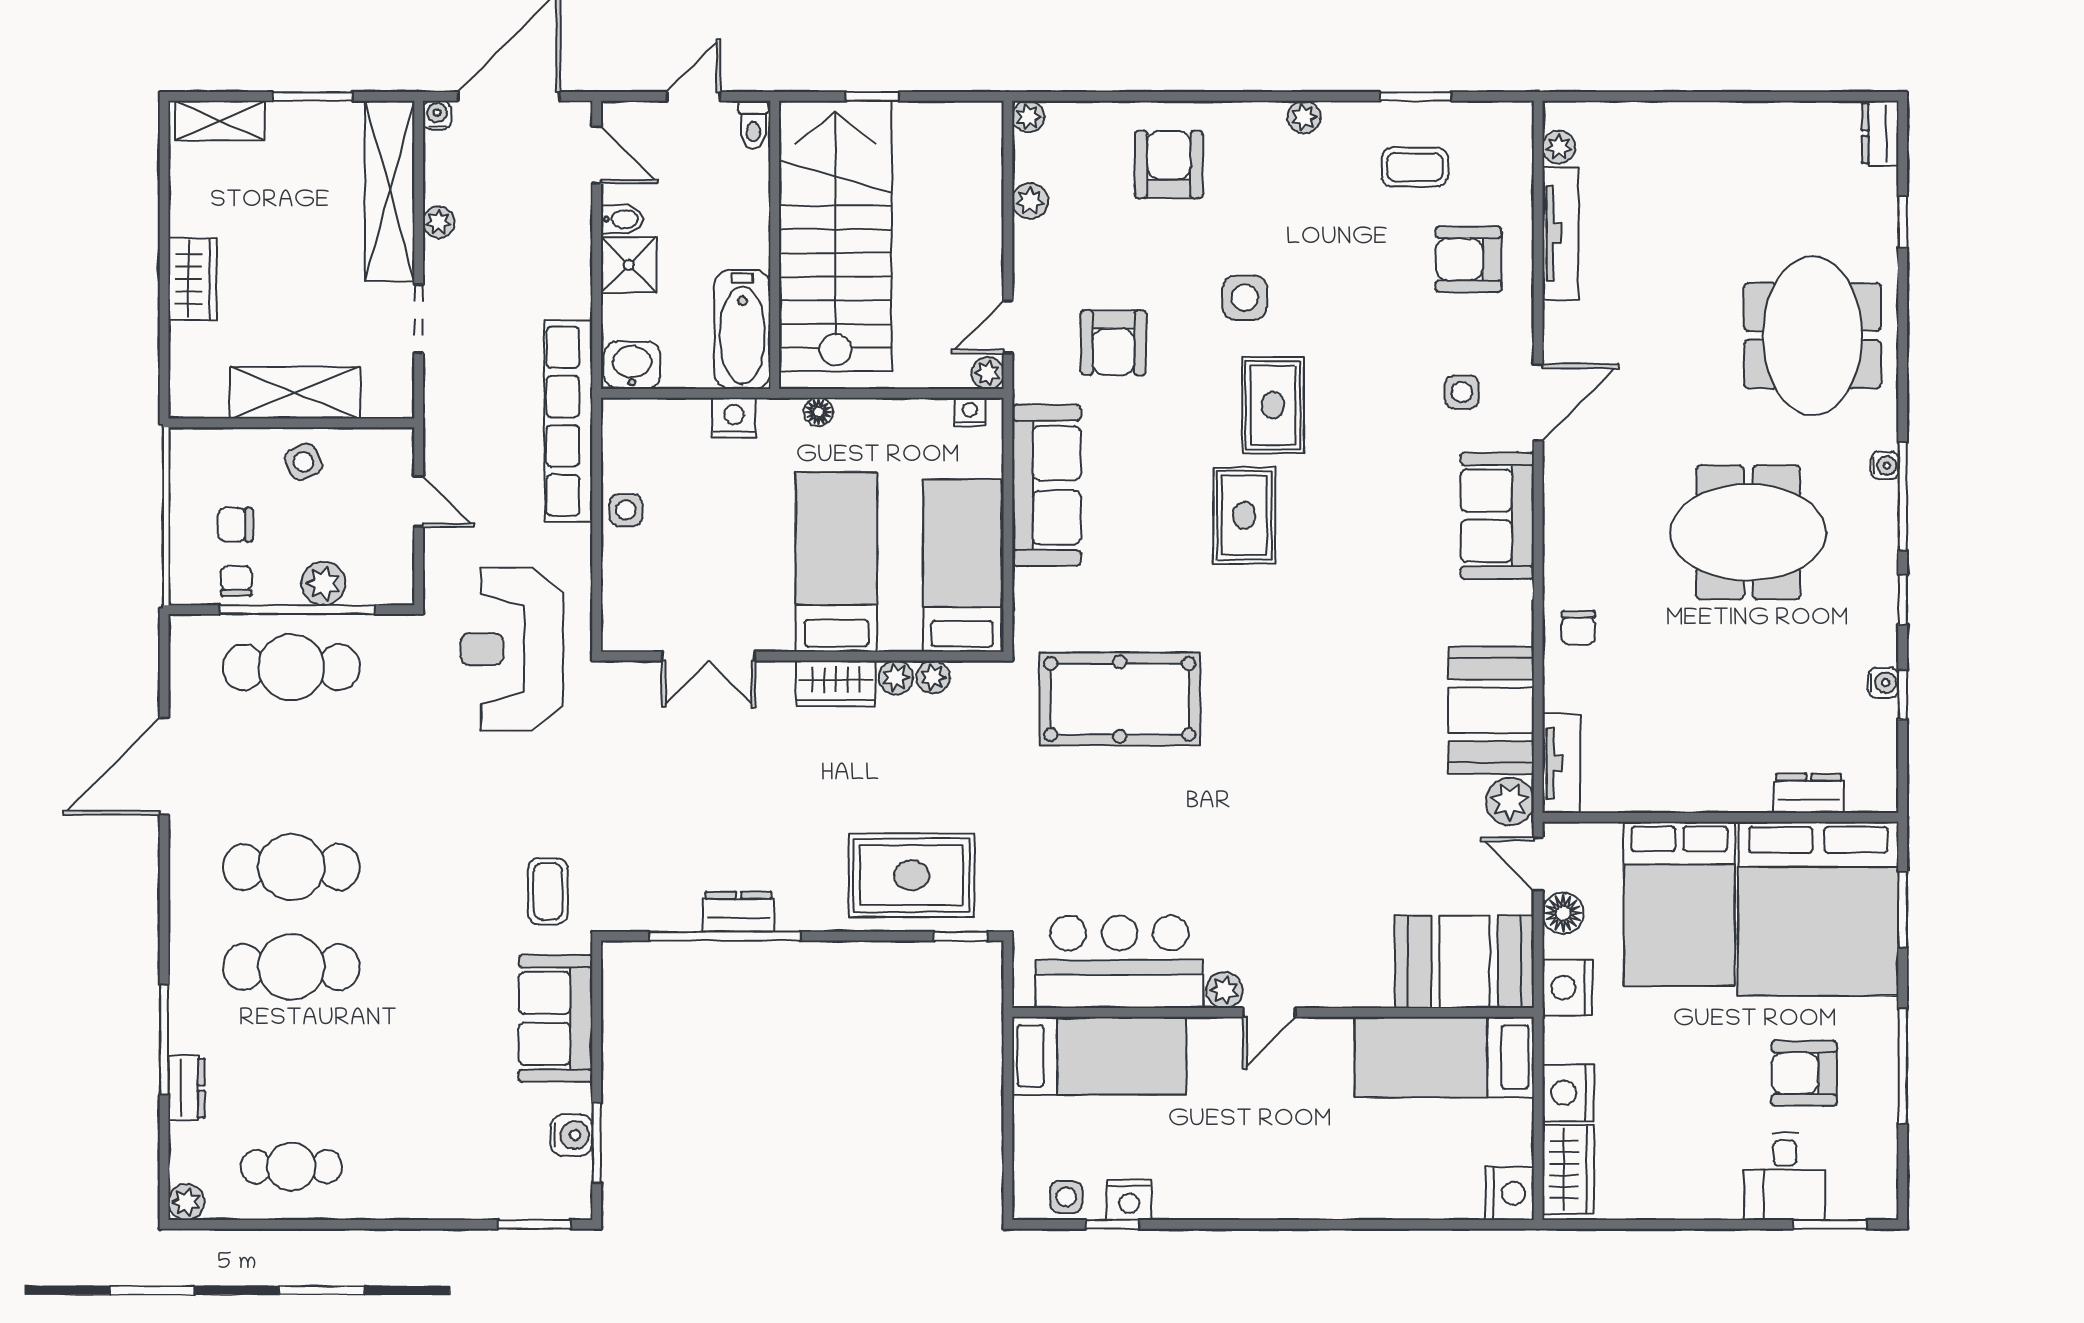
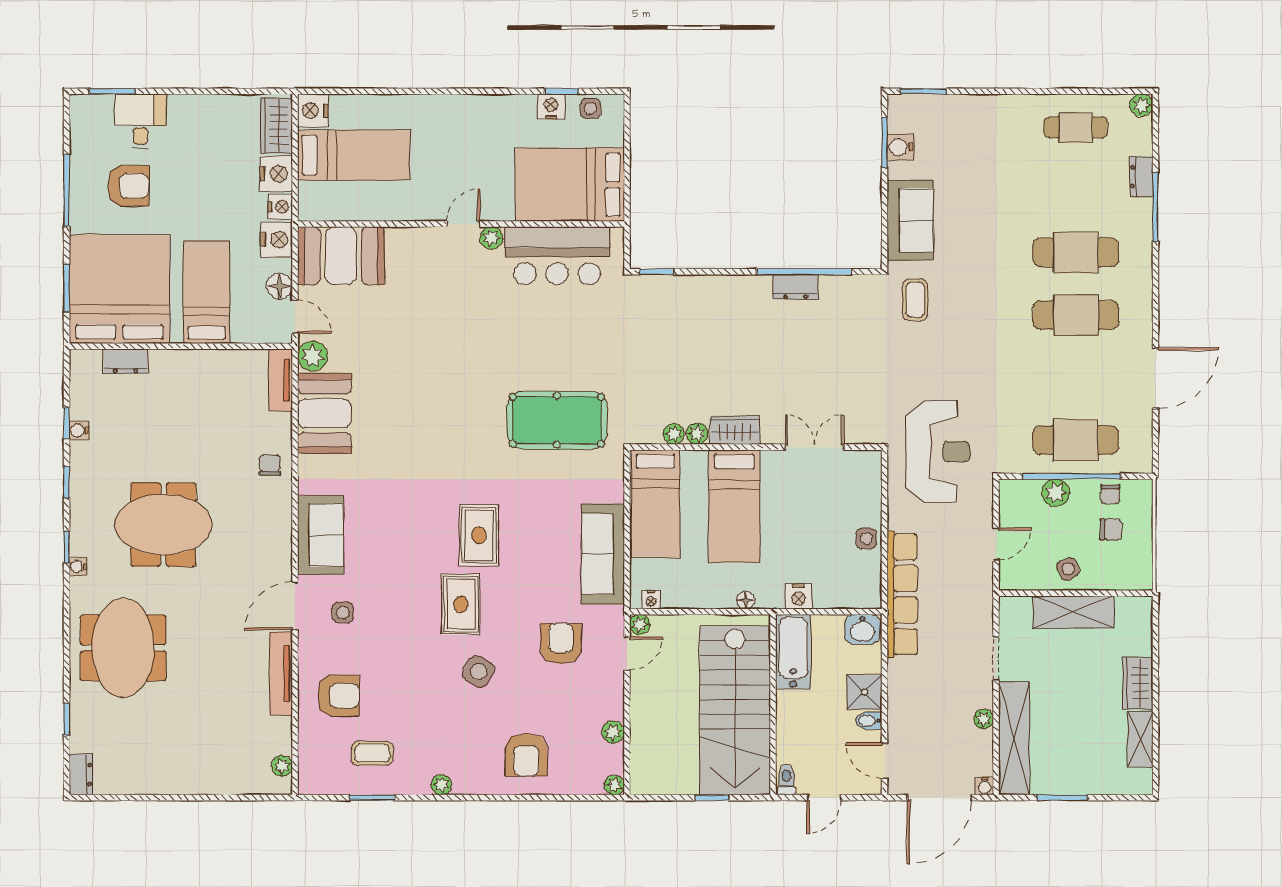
shelving: (220, 121) -> (1140, 739), moved, turned 90
tv unit: (1560, 233) -> (281, 673), moved
side table: (1245, 298) -> (479, 672), turned 31
window: (1903, 496) -> (67, 547), width x0.46
door: (419, 502) -> (996, 544), swing flipped
rug: (912, 875) -> (687, 310), removed
bed: (1679, 904) -> (206, 292), width x0.67
nightstand: (1561, 1040) -> (280, 207), added
bed: (1099, 1056) -> (570, 185), width x1.50
bed: (1444, 1057) -> (354, 155), moved

